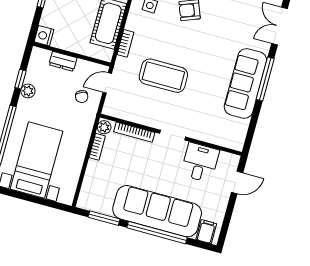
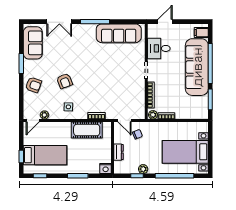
coffee table: (163, 76) -> (110, 86), removed
sofa: (245, 83) -> (119, 33), moved
door: (237, 182) -> (165, 22), hinge flipped

